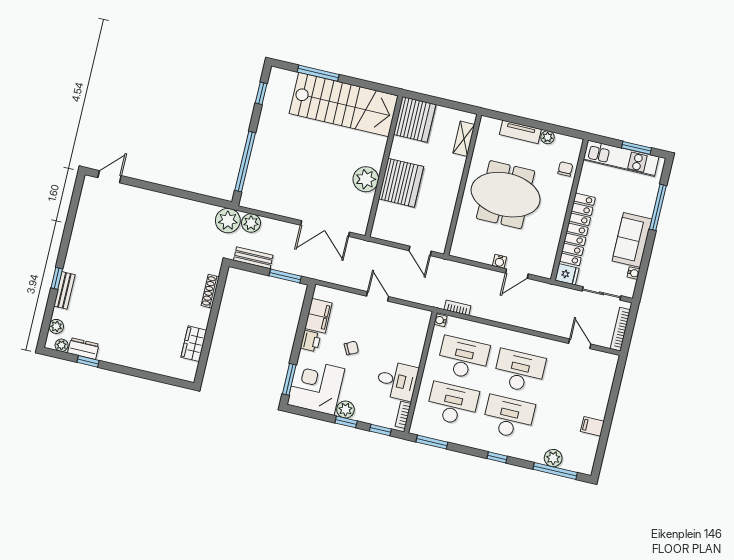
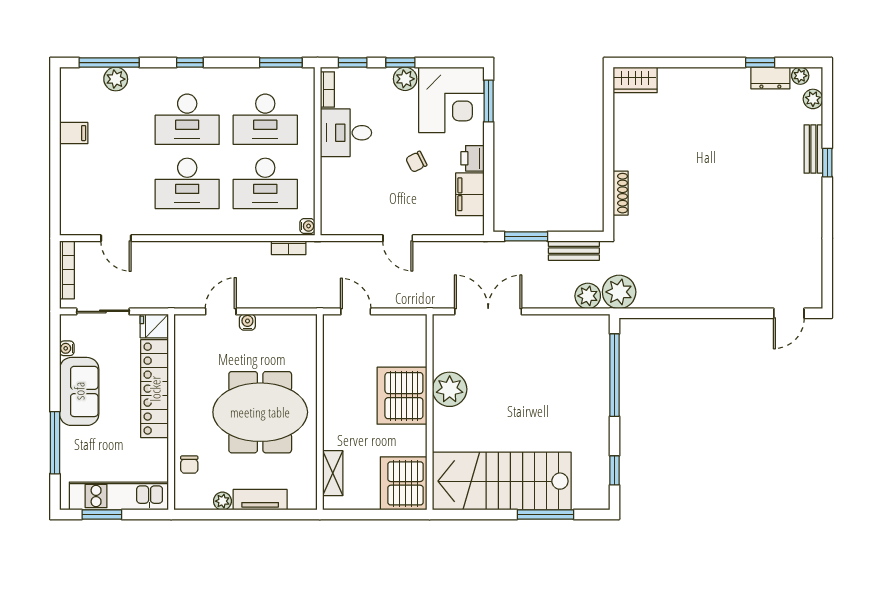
wardrobe: (194, 344) -> (635, 80), moved, turned 90

